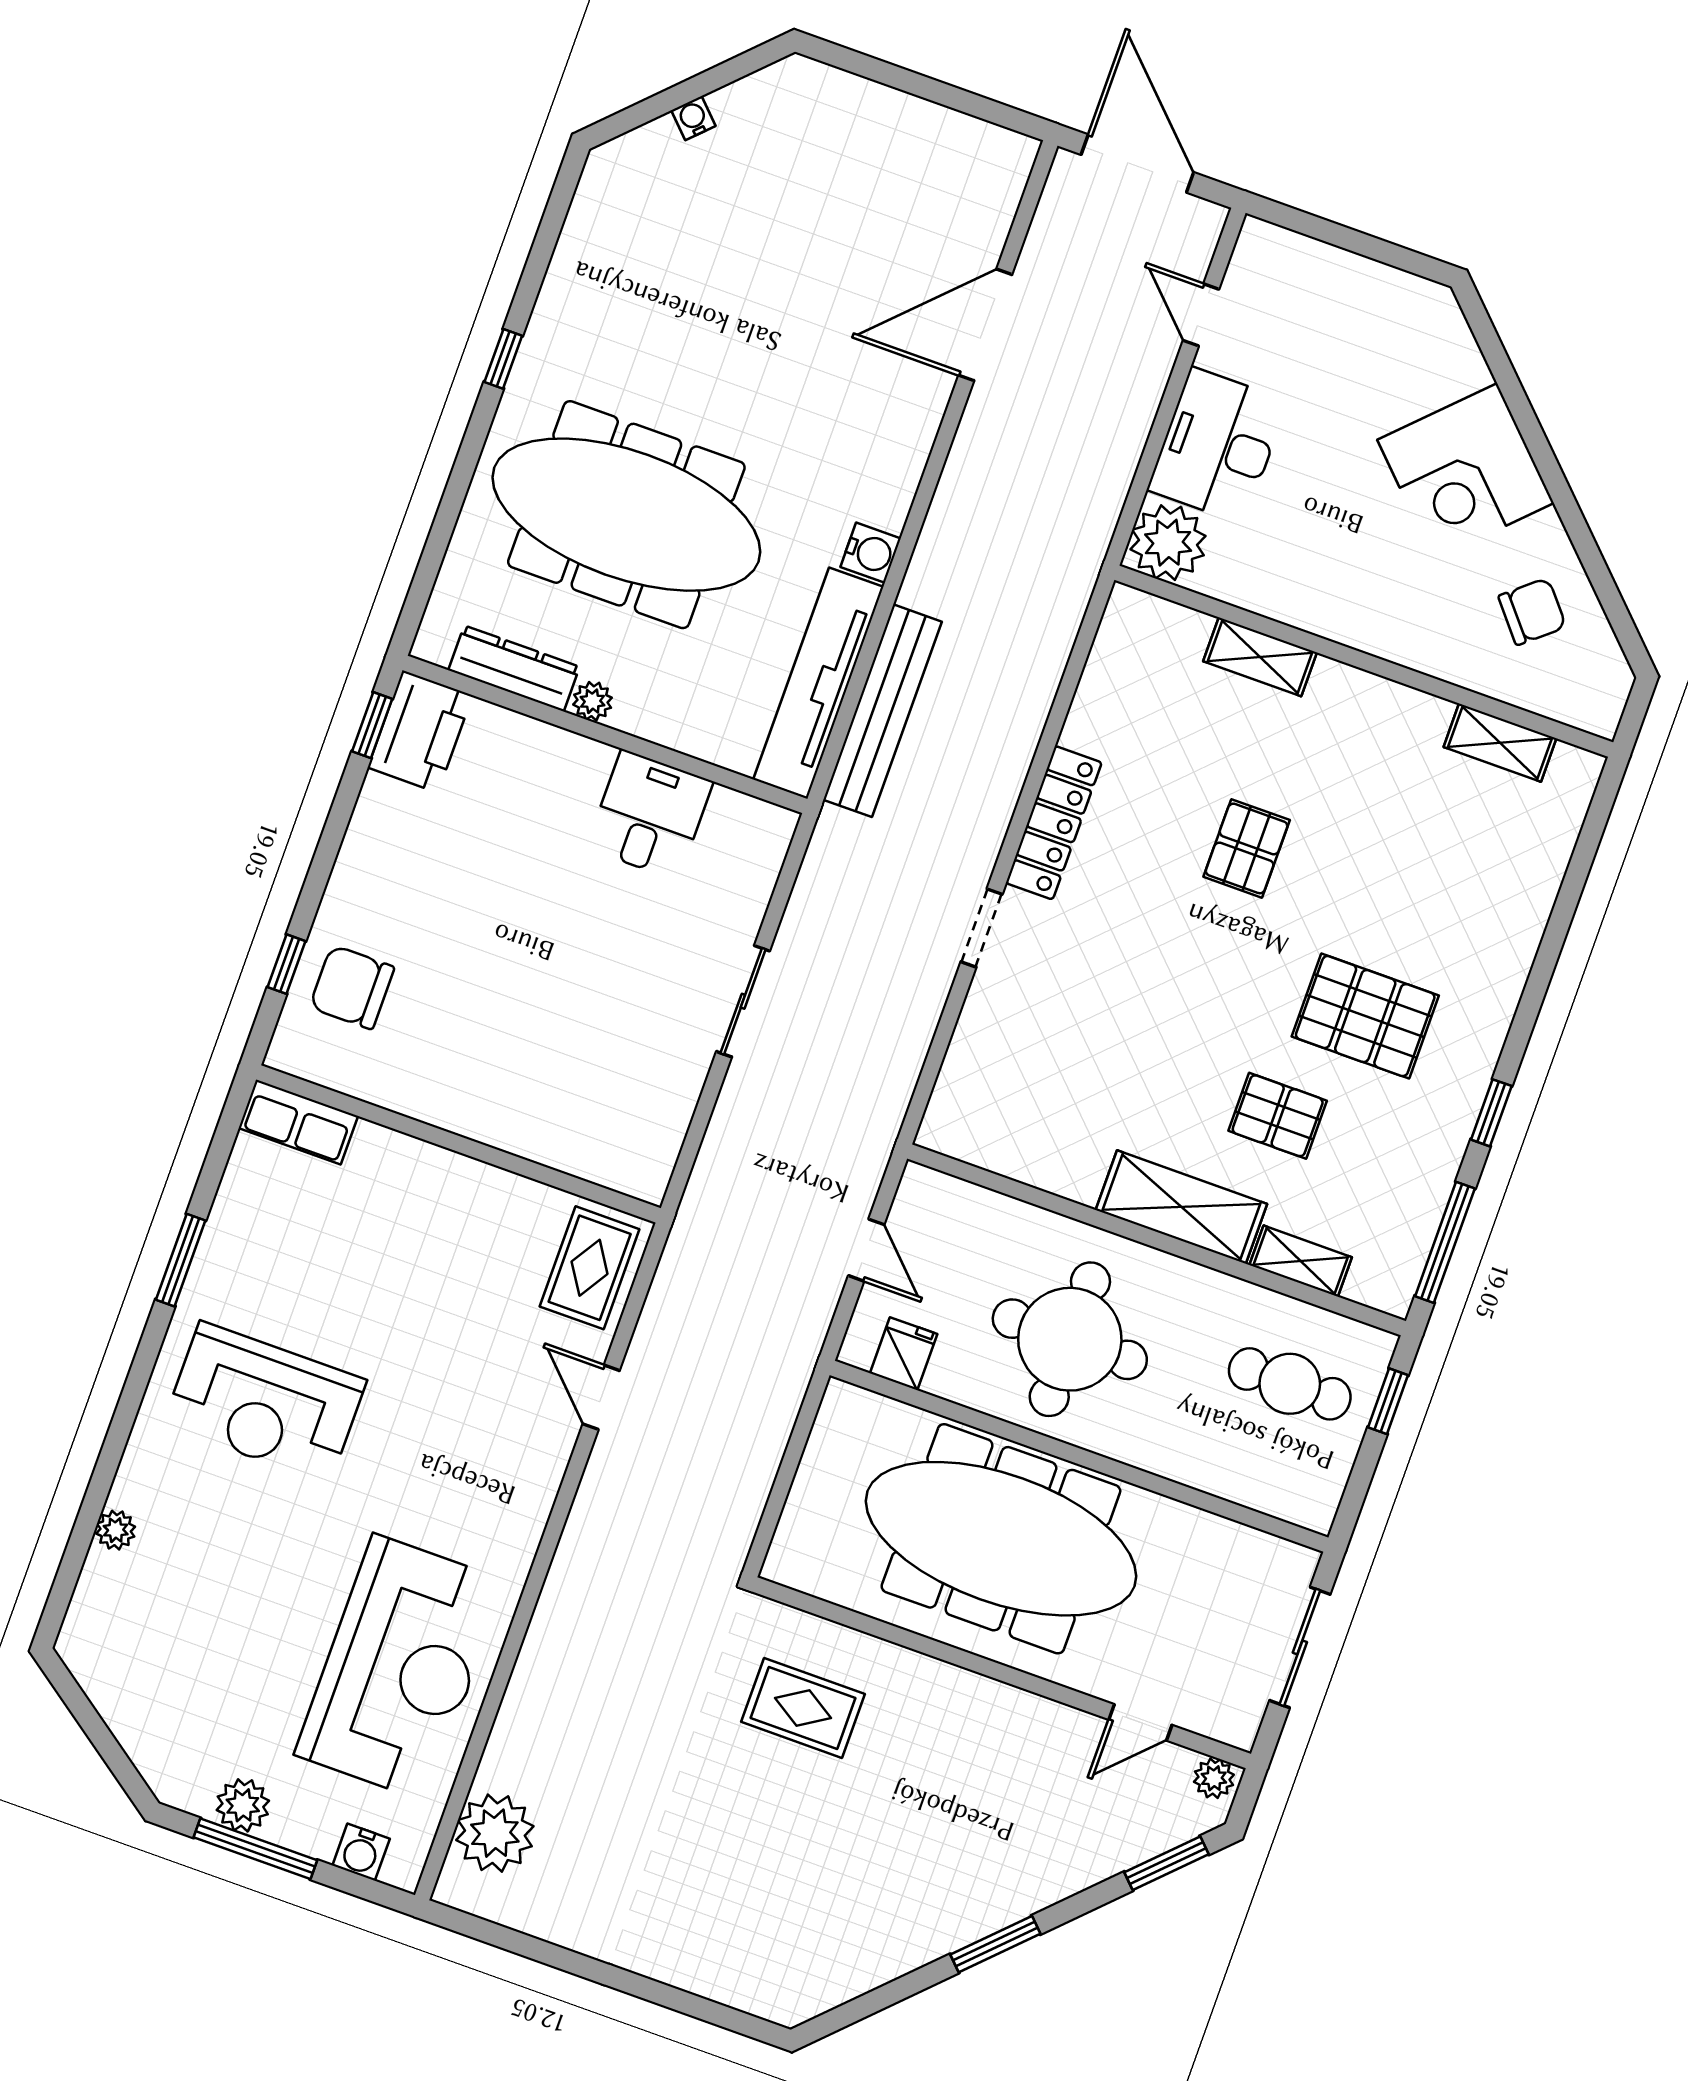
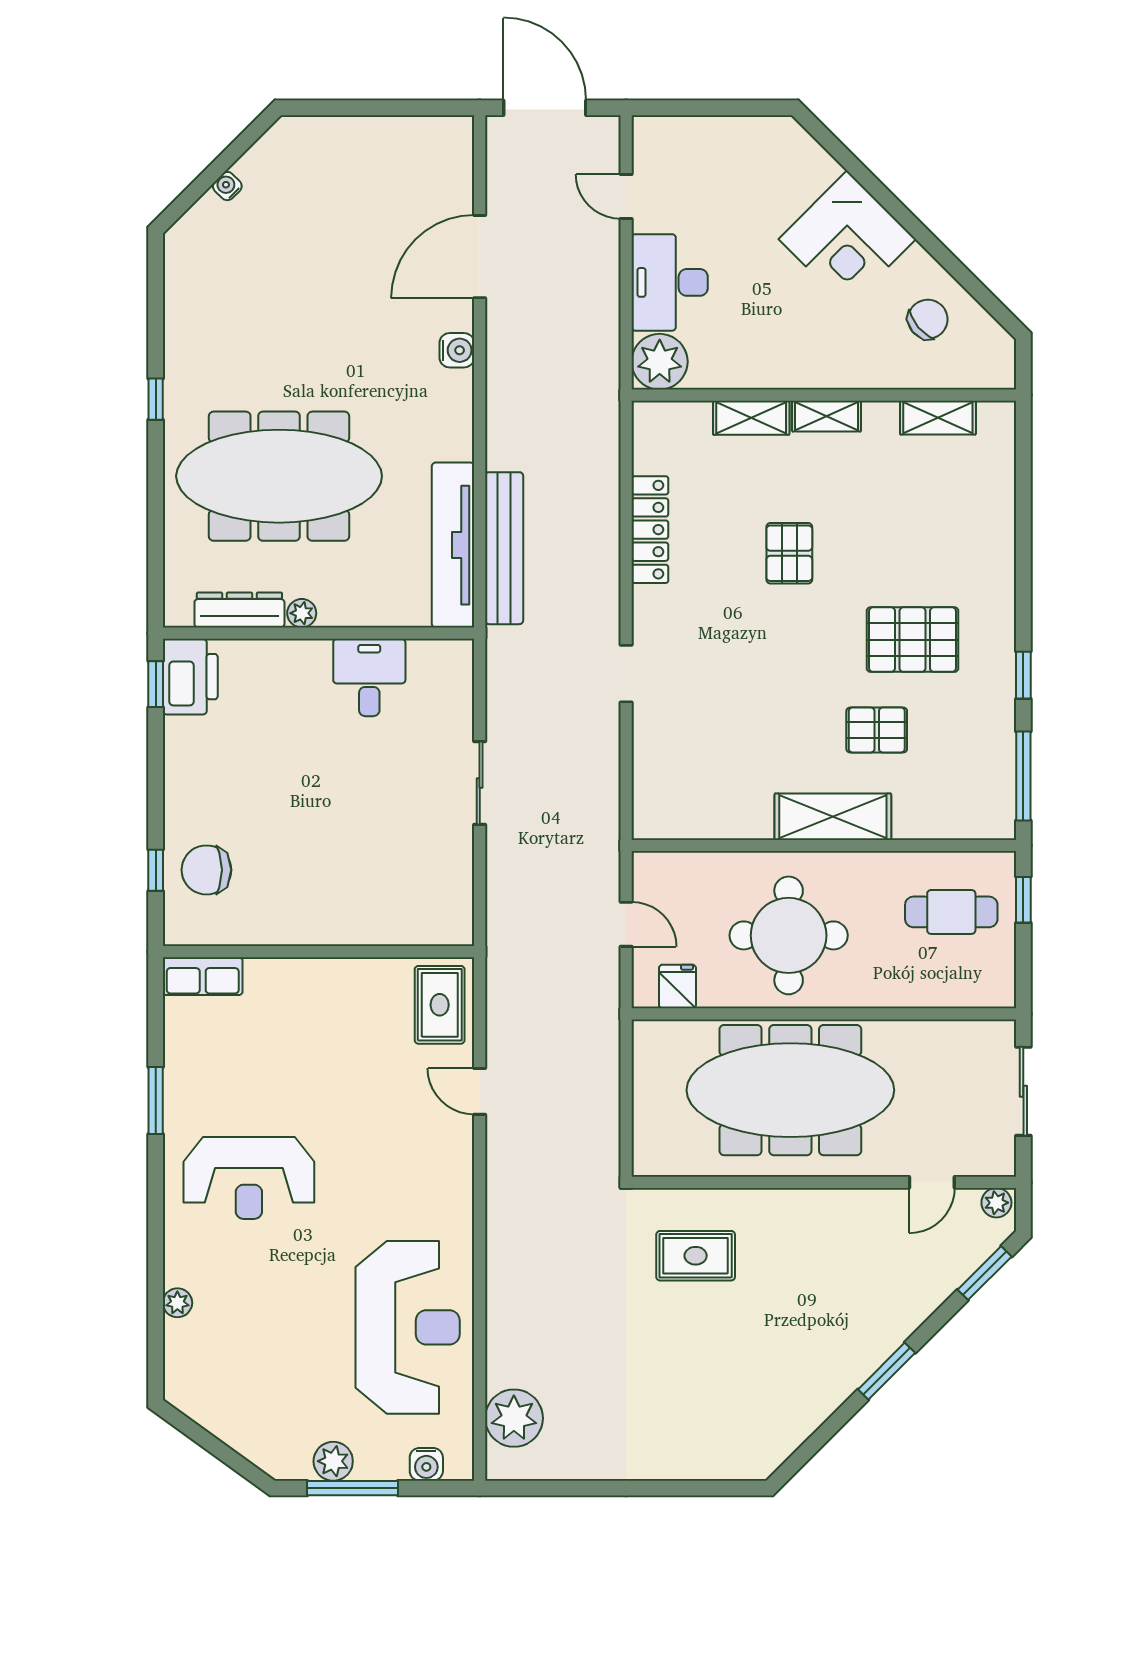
water cooler: (871, 553) -> (457, 350), moved
locker: (1054, 823) -> (650, 530), moved
shelving: (1301, 1261) -> (827, 416), moved

